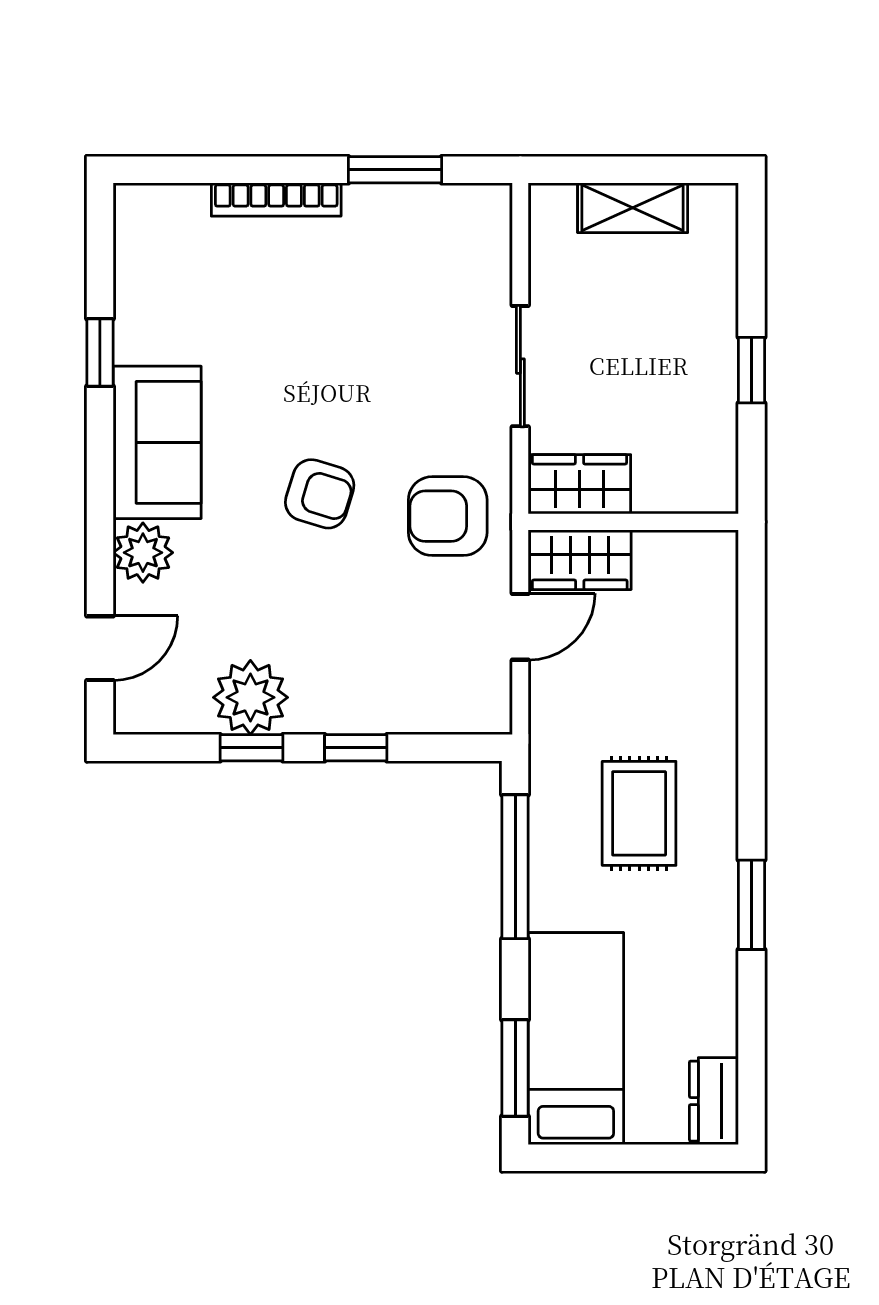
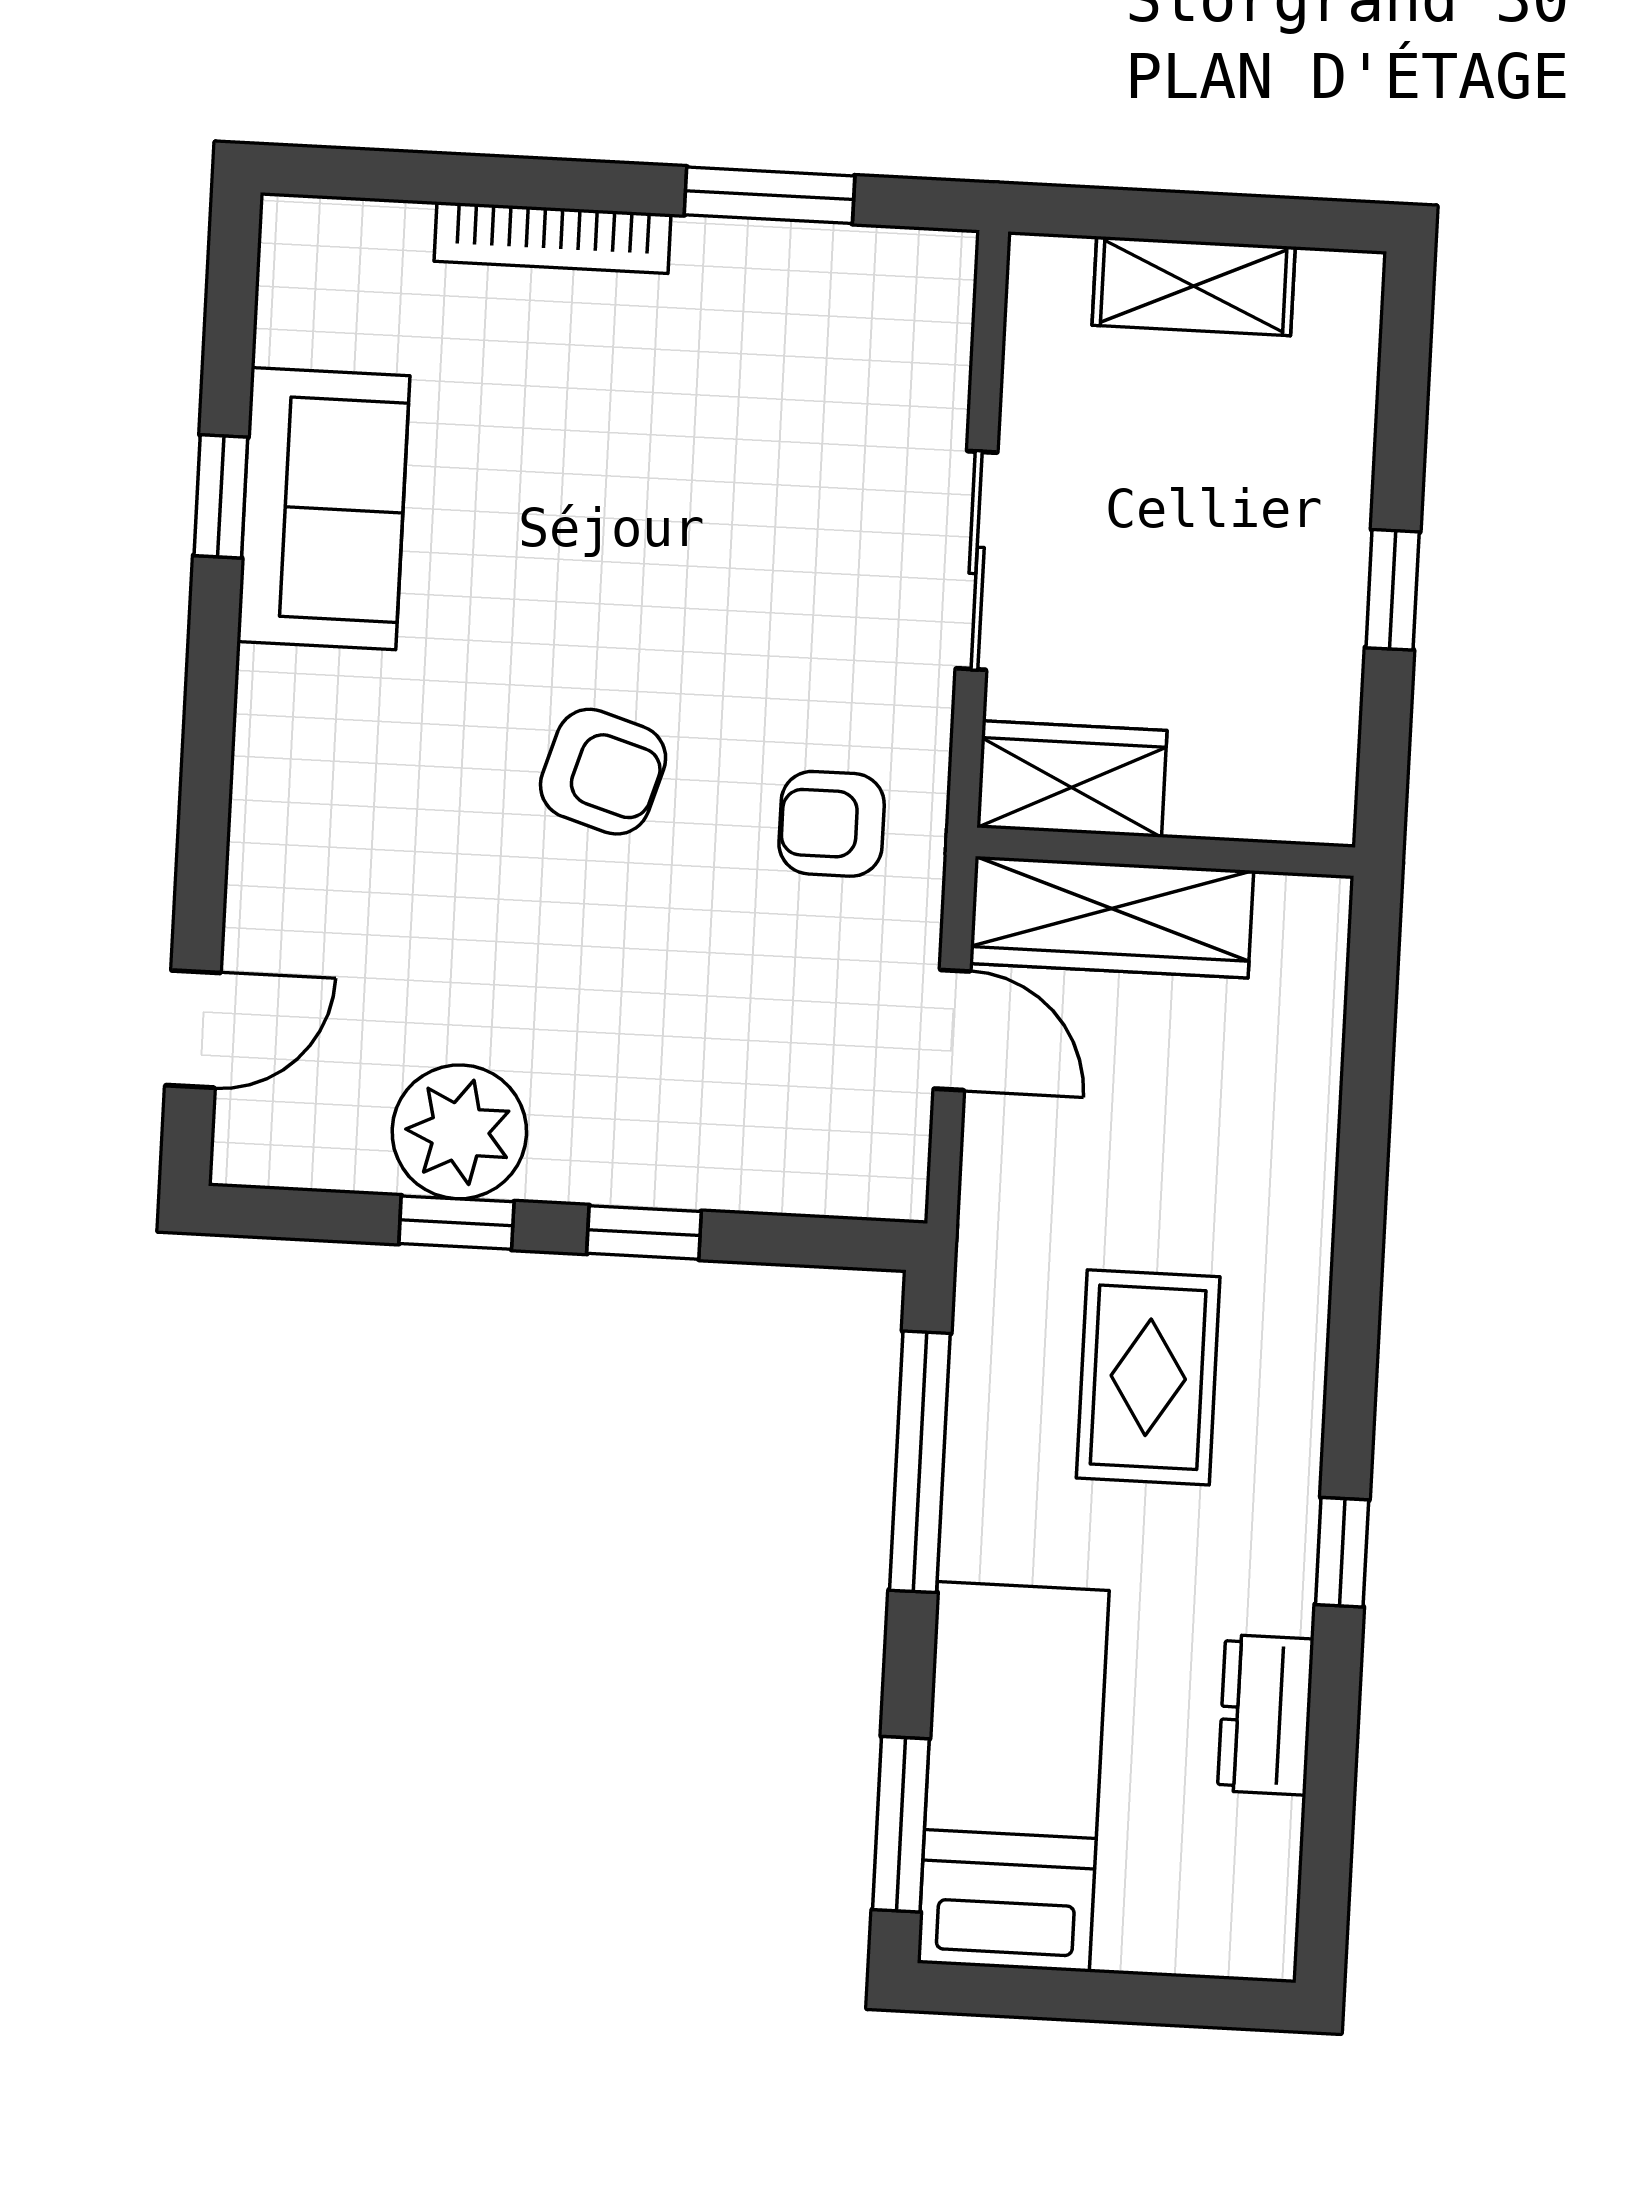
sofa: (157, 442) -> (323, 509), moved
armchair: (448, 516) -> (832, 824), width x0.72, depth x0.72
plant: (143, 553) -> (279, 861), removed
wardrobe: (580, 560) -> (1112, 917), width x1.50
door: (520, 627) -> (952, 1030), hinge flipped
window: (752, 905) -> (1342, 1552), width x0.67
dresser: (714, 1101) -> (1266, 1715), moved

